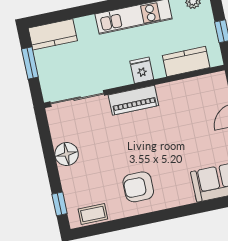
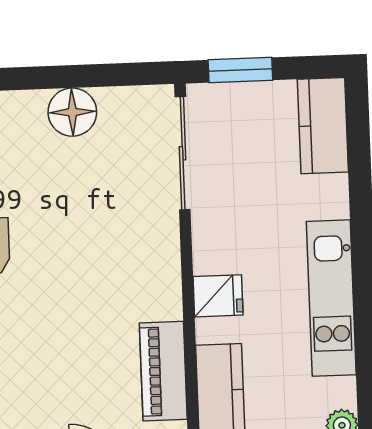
window: (30, 63) -> (240, 70), moved
piano: (133, 100) -> (163, 371), moved

